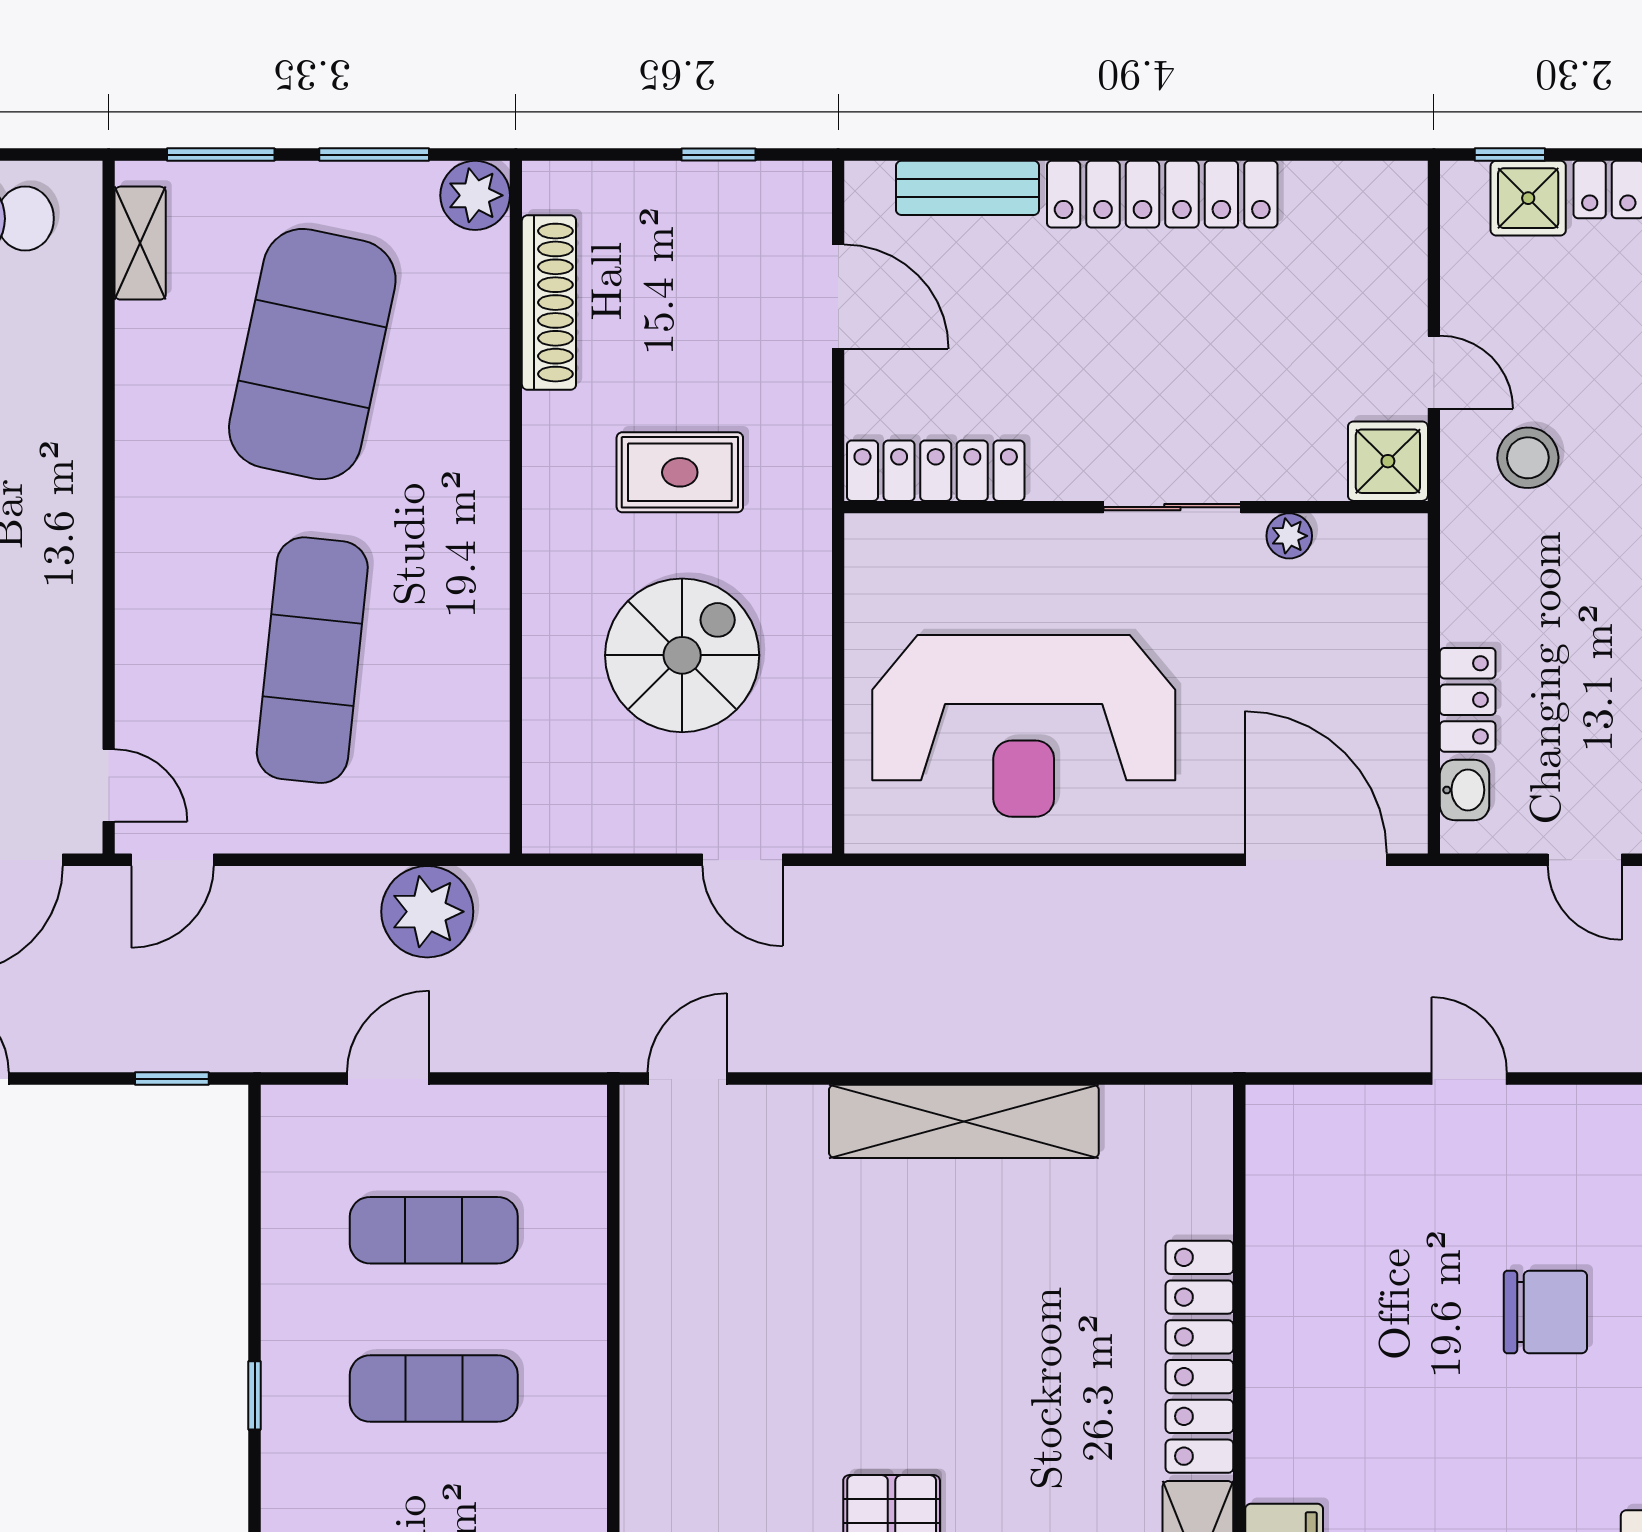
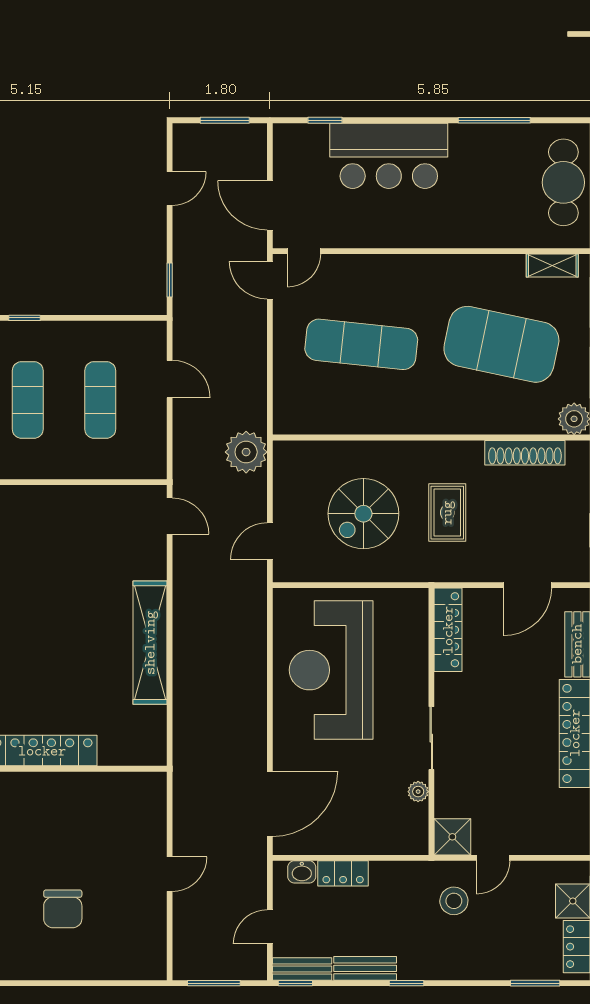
spiral stairs: (682, 655) -> (363, 514), turned 90
plant: (427, 912) -> (246, 452), moved

